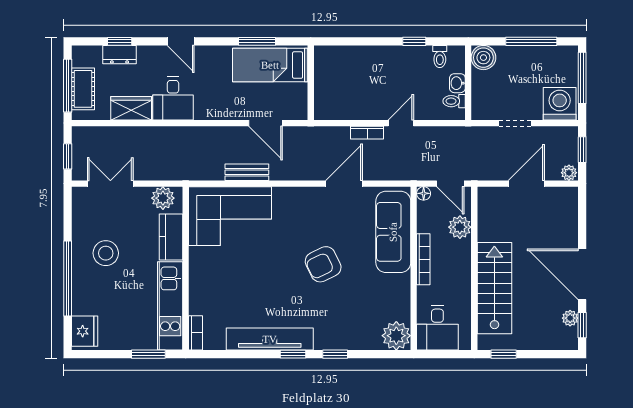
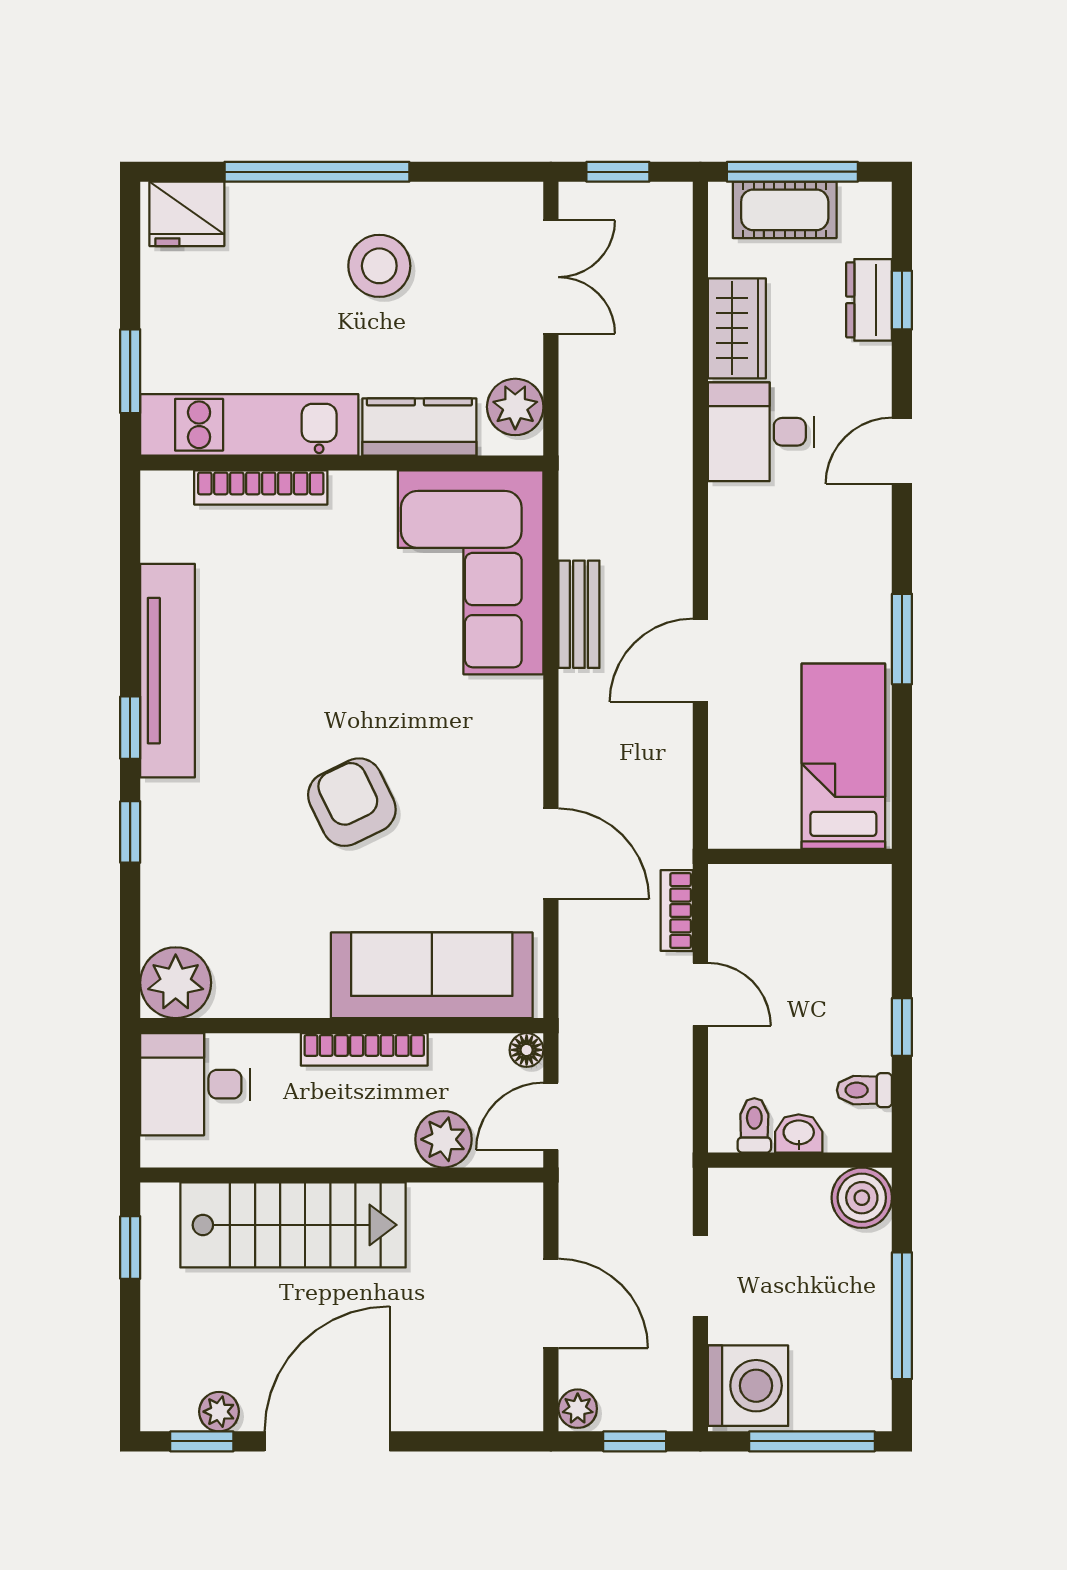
bed: (270, 65) -> (843, 756), moved
wall: (311, 83) -> (800, 856), moved
bookcase: (196, 333) -> (261, 487), moved, width x1.56

